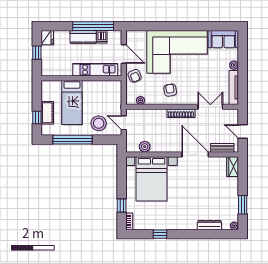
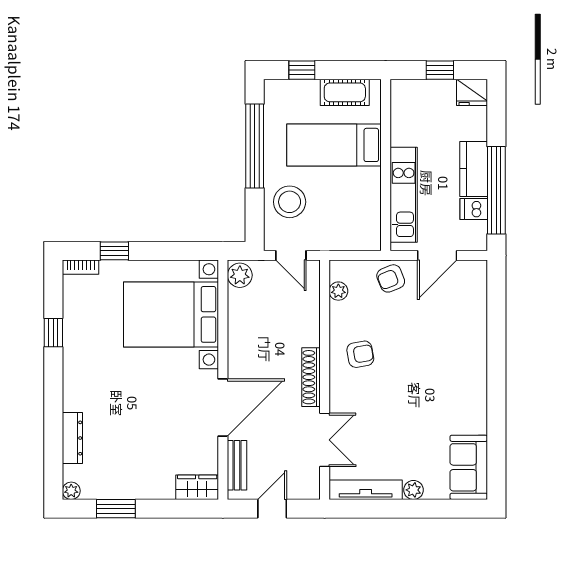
corner sofa: (177, 52) -> (442, 369), removed
cot: (47, 113) -> (345, 92), moved
door: (124, 123) -> (291, 255), swing flipped
plant: (145, 147) -> (240, 275), moved

